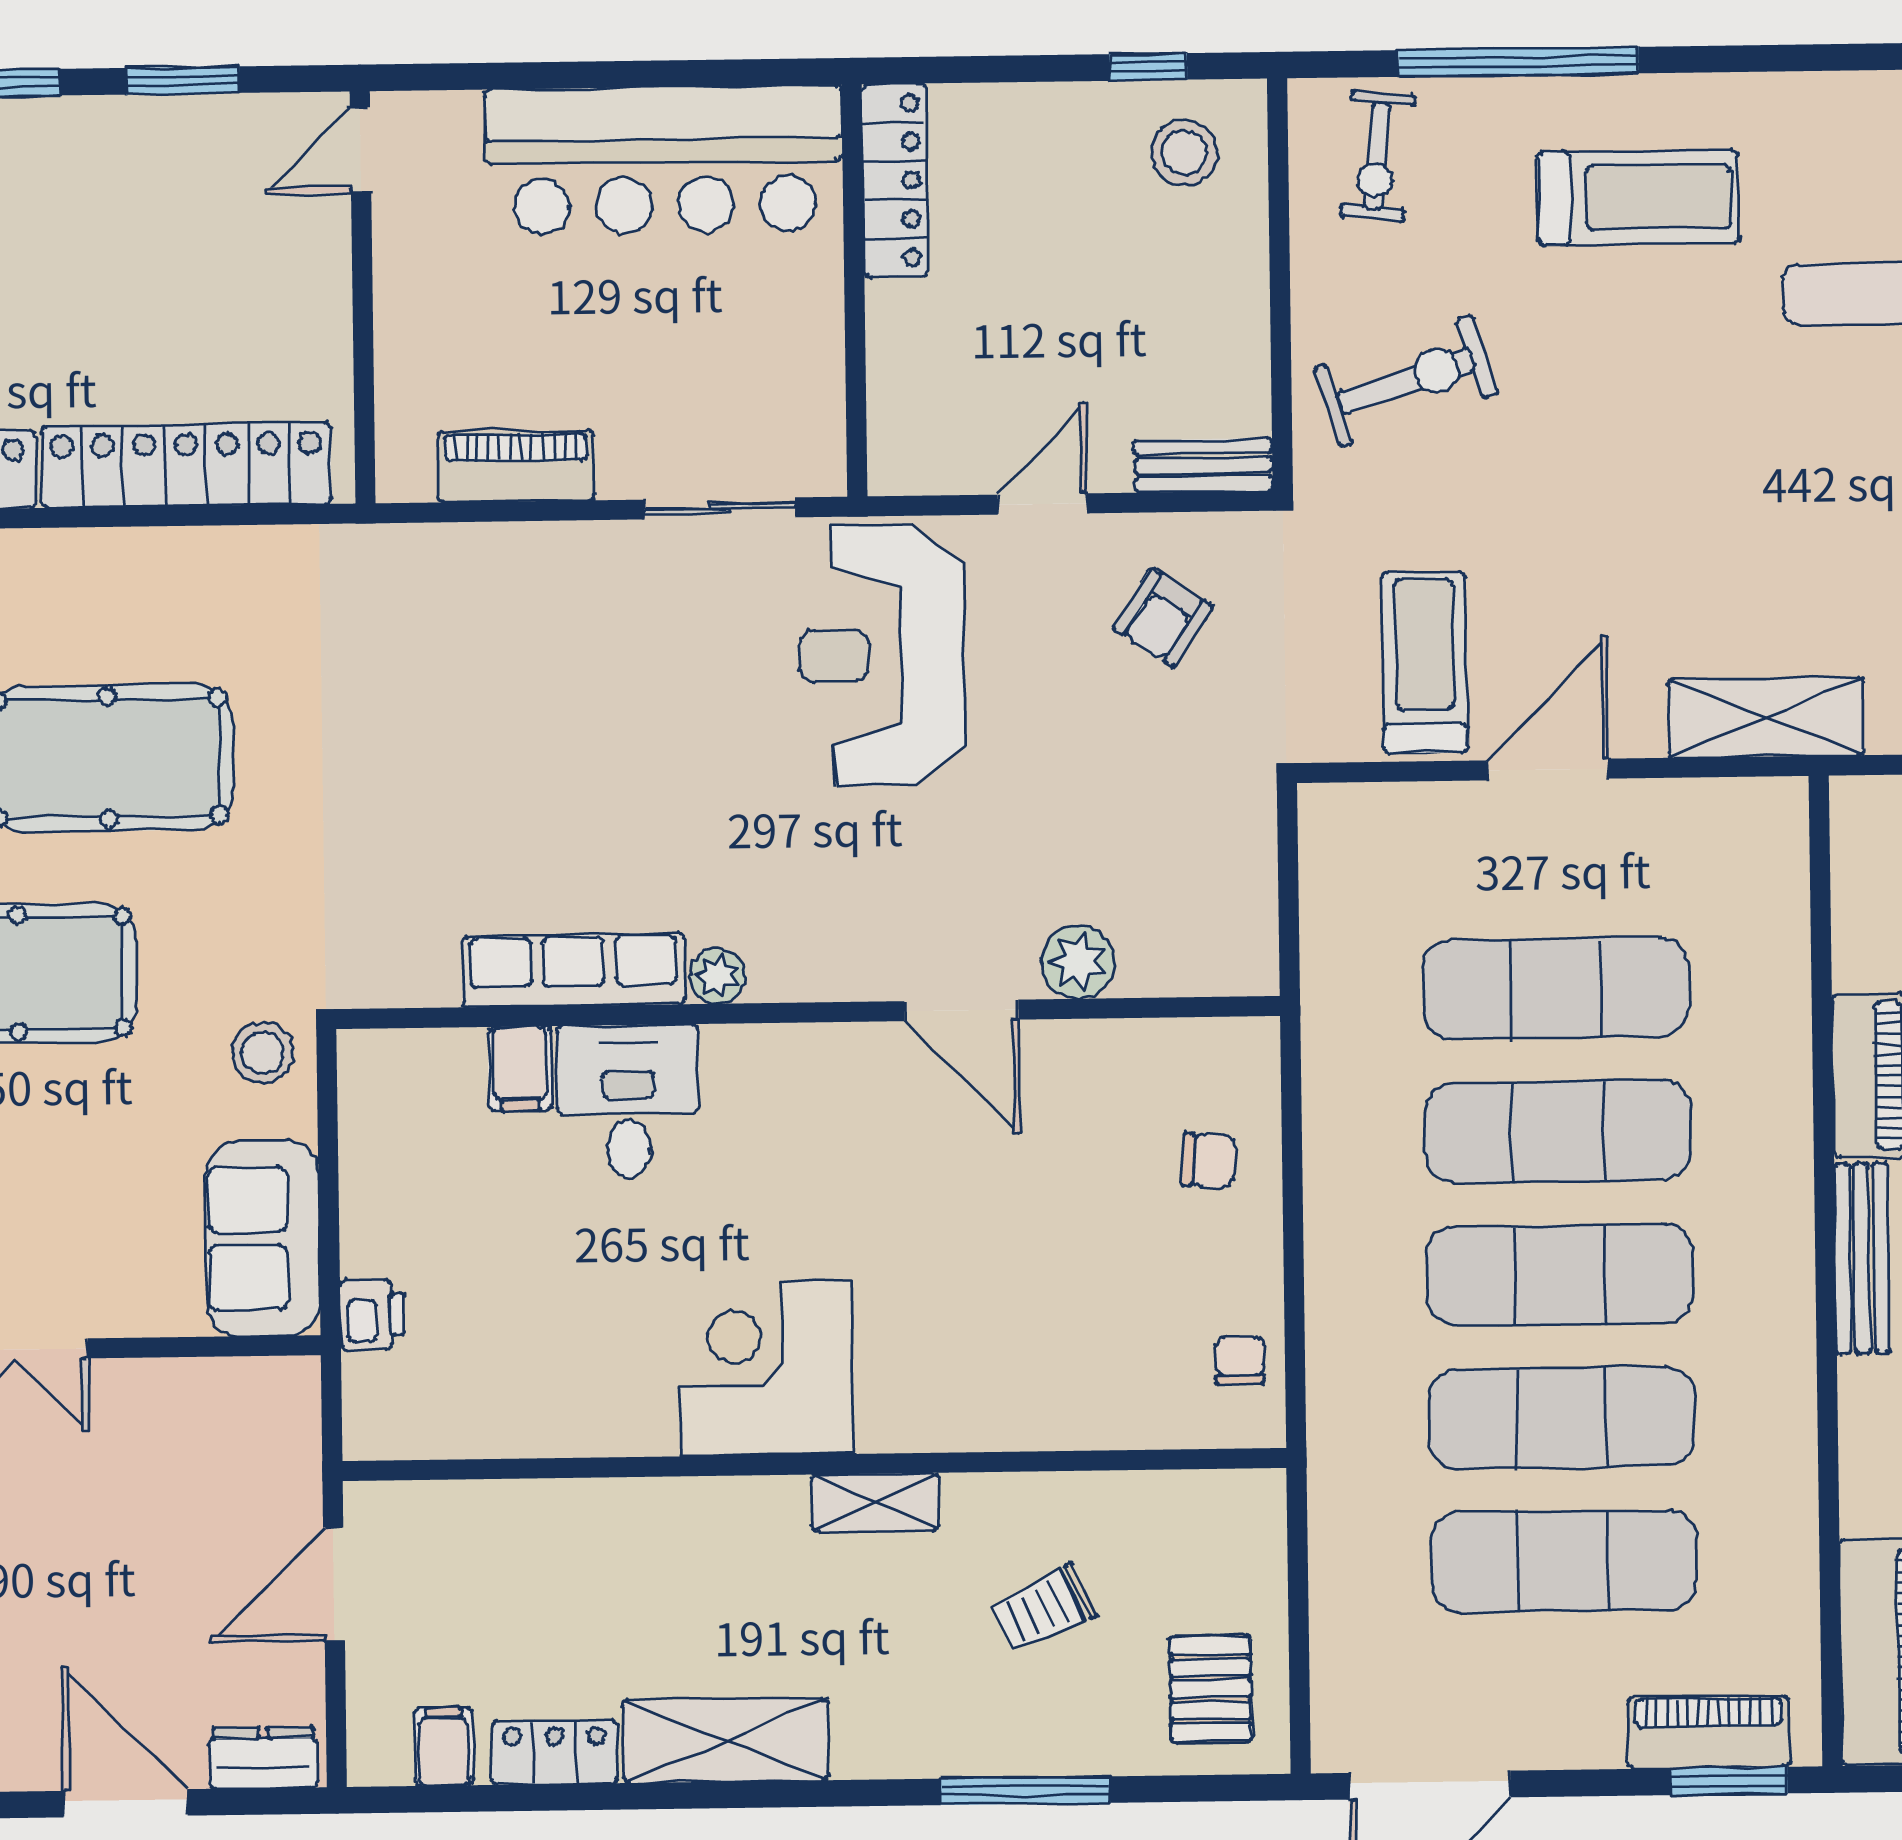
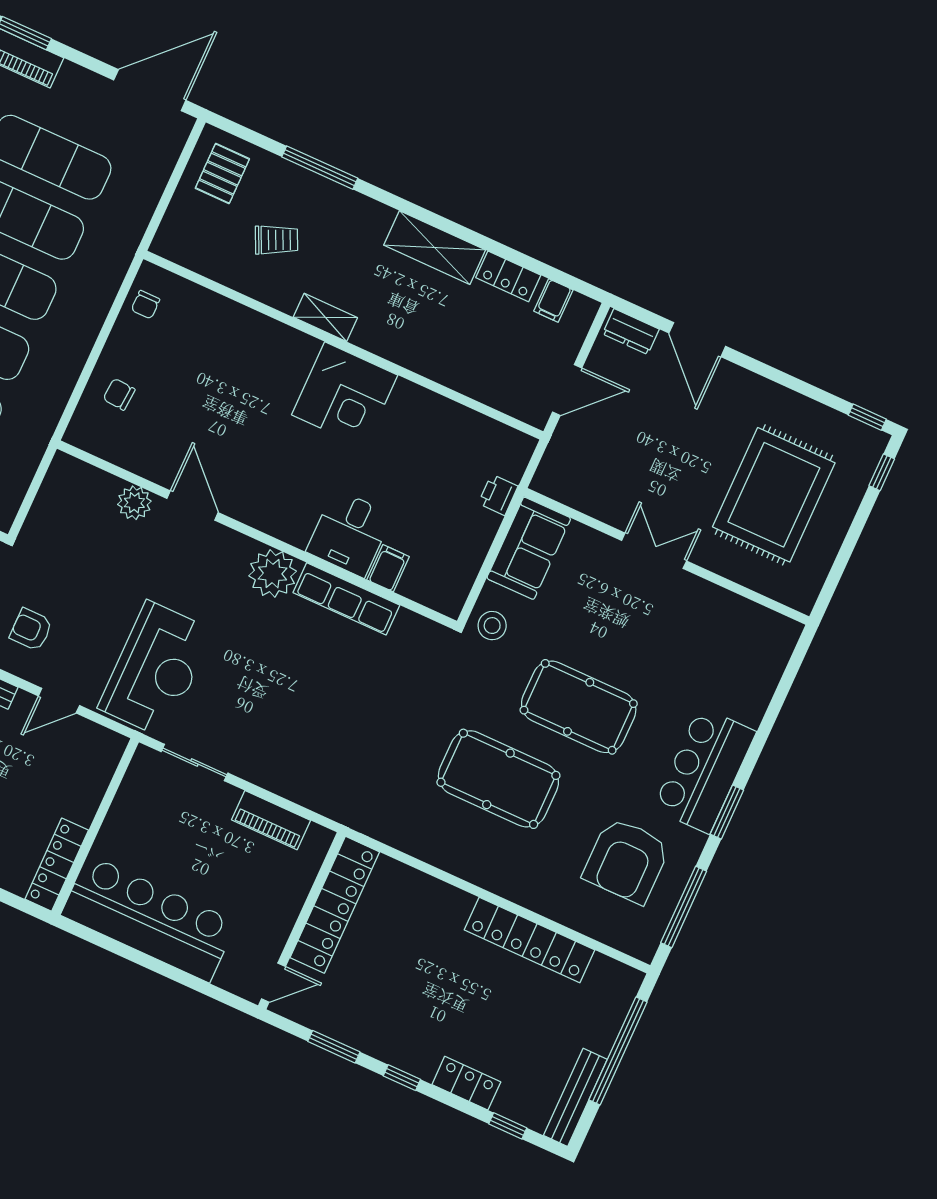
locker: (186, 465) -> (335, 905), moved, turned -90
armchair: (1163, 618) -> (31, 630), turned -123
plant: (717, 976) -> (273, 573), width x1.88, depth x1.88

